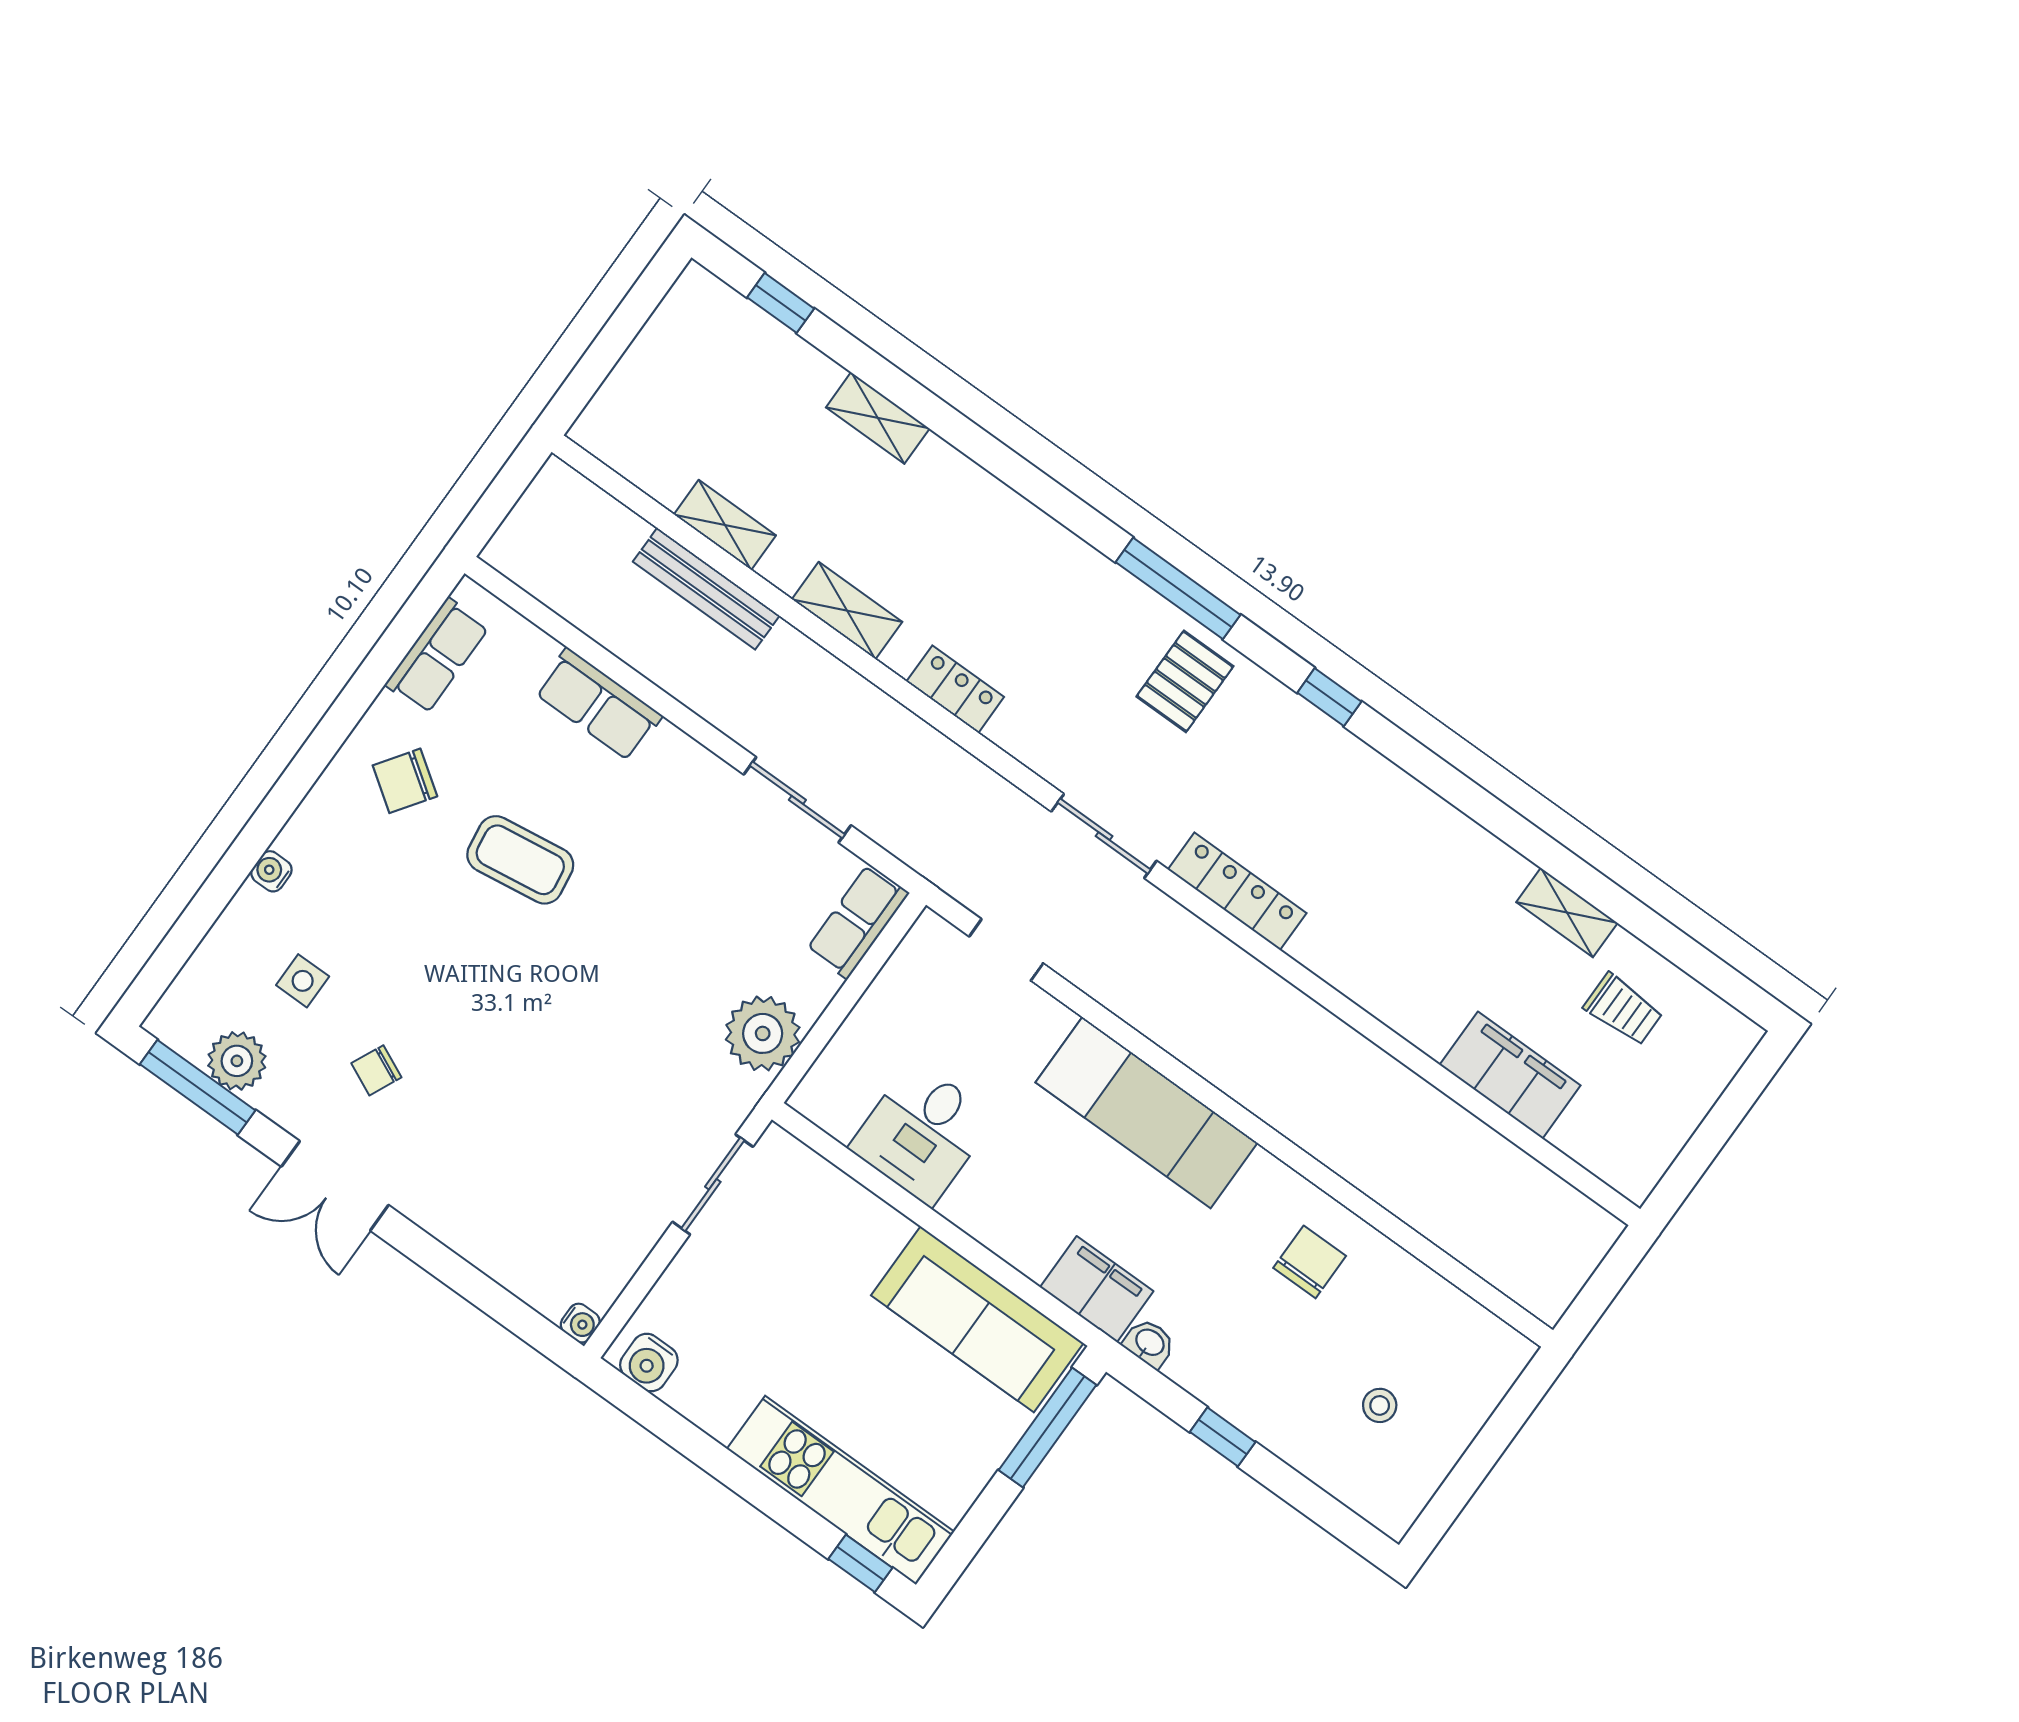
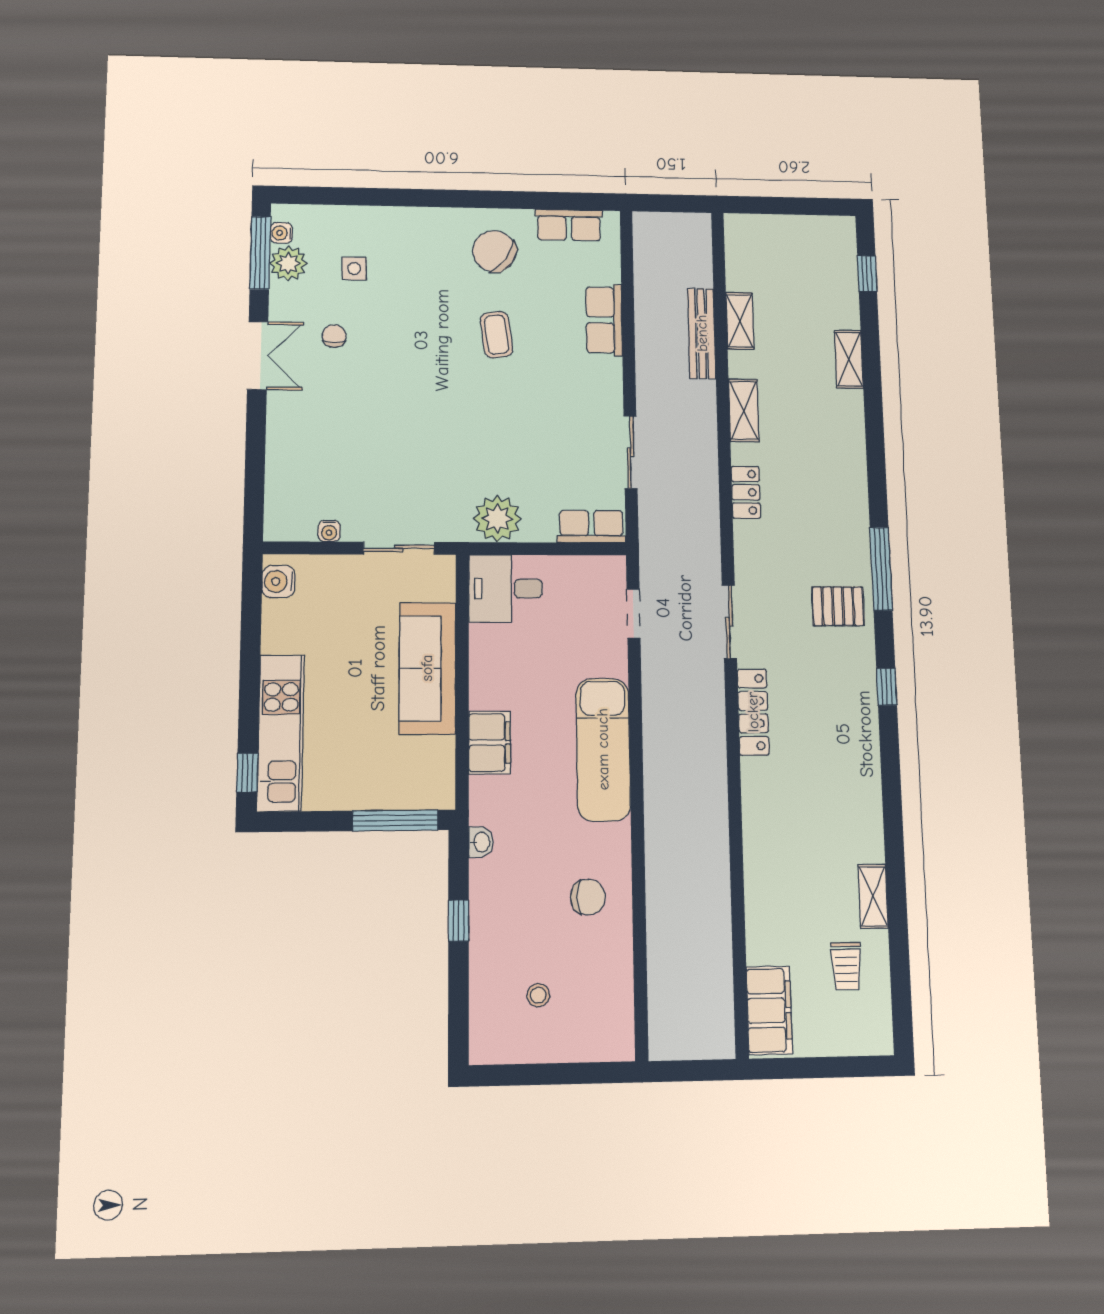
chair: (405, 781) -> (494, 251), width x1.37, depth x1.37
coffee table: (520, 860) -> (497, 335), width x0.73, depth x0.77
water cooler: (271, 871) -> (281, 233), moved, turned -90
chair: (376, 1070) -> (334, 336), turned 65
filing cabinet: (1510, 1075) -> (769, 1010), moved
desk: (922, 1133) -> (506, 588), moved
double door: (335, 1186) -> (258, 356), swing flipped
filing cabinet: (1097, 1289) -> (490, 743), moved
sofa: (977, 1319) -> (427, 668), moved
water cooler: (580, 1323) -> (329, 531), moved

